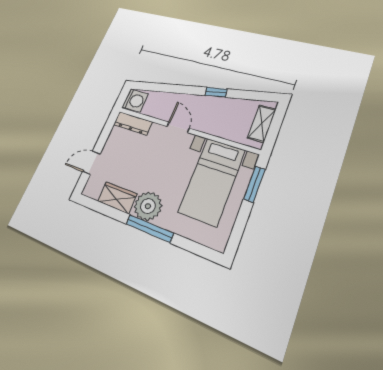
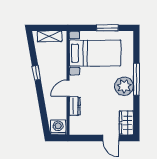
dresser: (133, 123) -> (75, 106), moved, width x0.70
window: (254, 184) -> (107, 28), moved
wardrobe: (117, 198) -> (126, 123), moved

